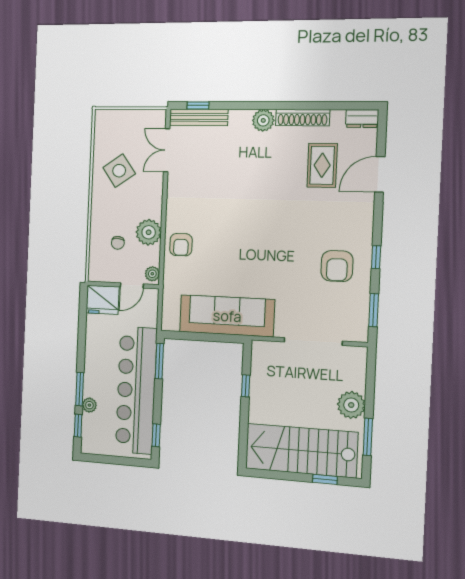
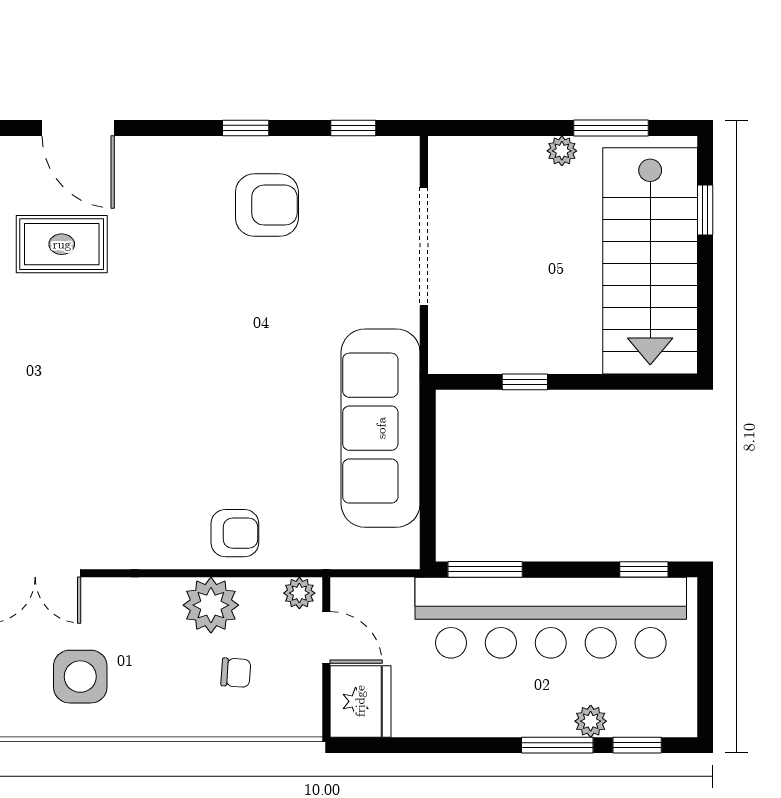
side table: (119, 171) -> (80, 677), turned 35
window: (374, 310) -> (353, 128), width x0.67
plant: (351, 405) -> (562, 151), width x0.53, depth x0.53

